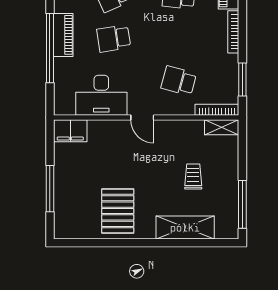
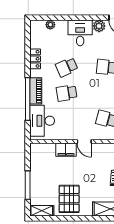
desk: (101, 95) -> (42, 121), moved, turned 90
filing cabinet: (70, 131) -> (66, 150), moved
shelving: (73, 230) -> (42, 211), added

